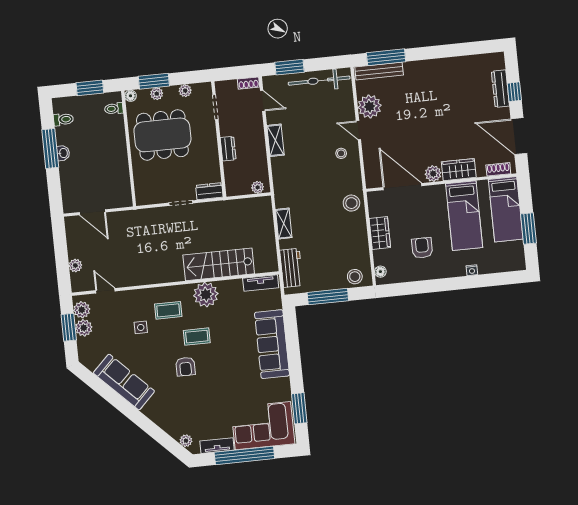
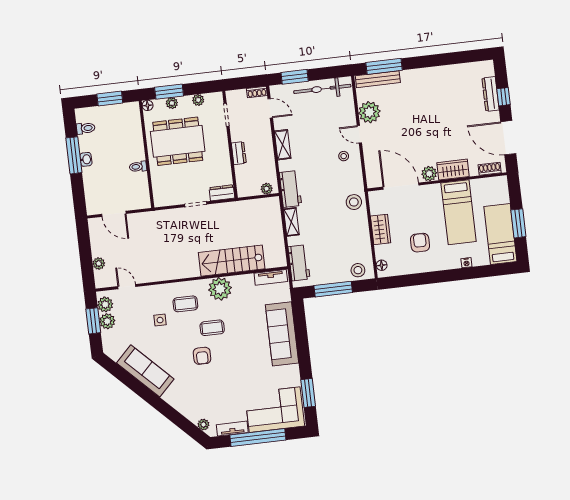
toilet: (114, 109) -> (138, 167), moved
workbench: (283, 188) -> (290, 189), added
bed: (506, 209) -> (500, 234), moved, turned 180

